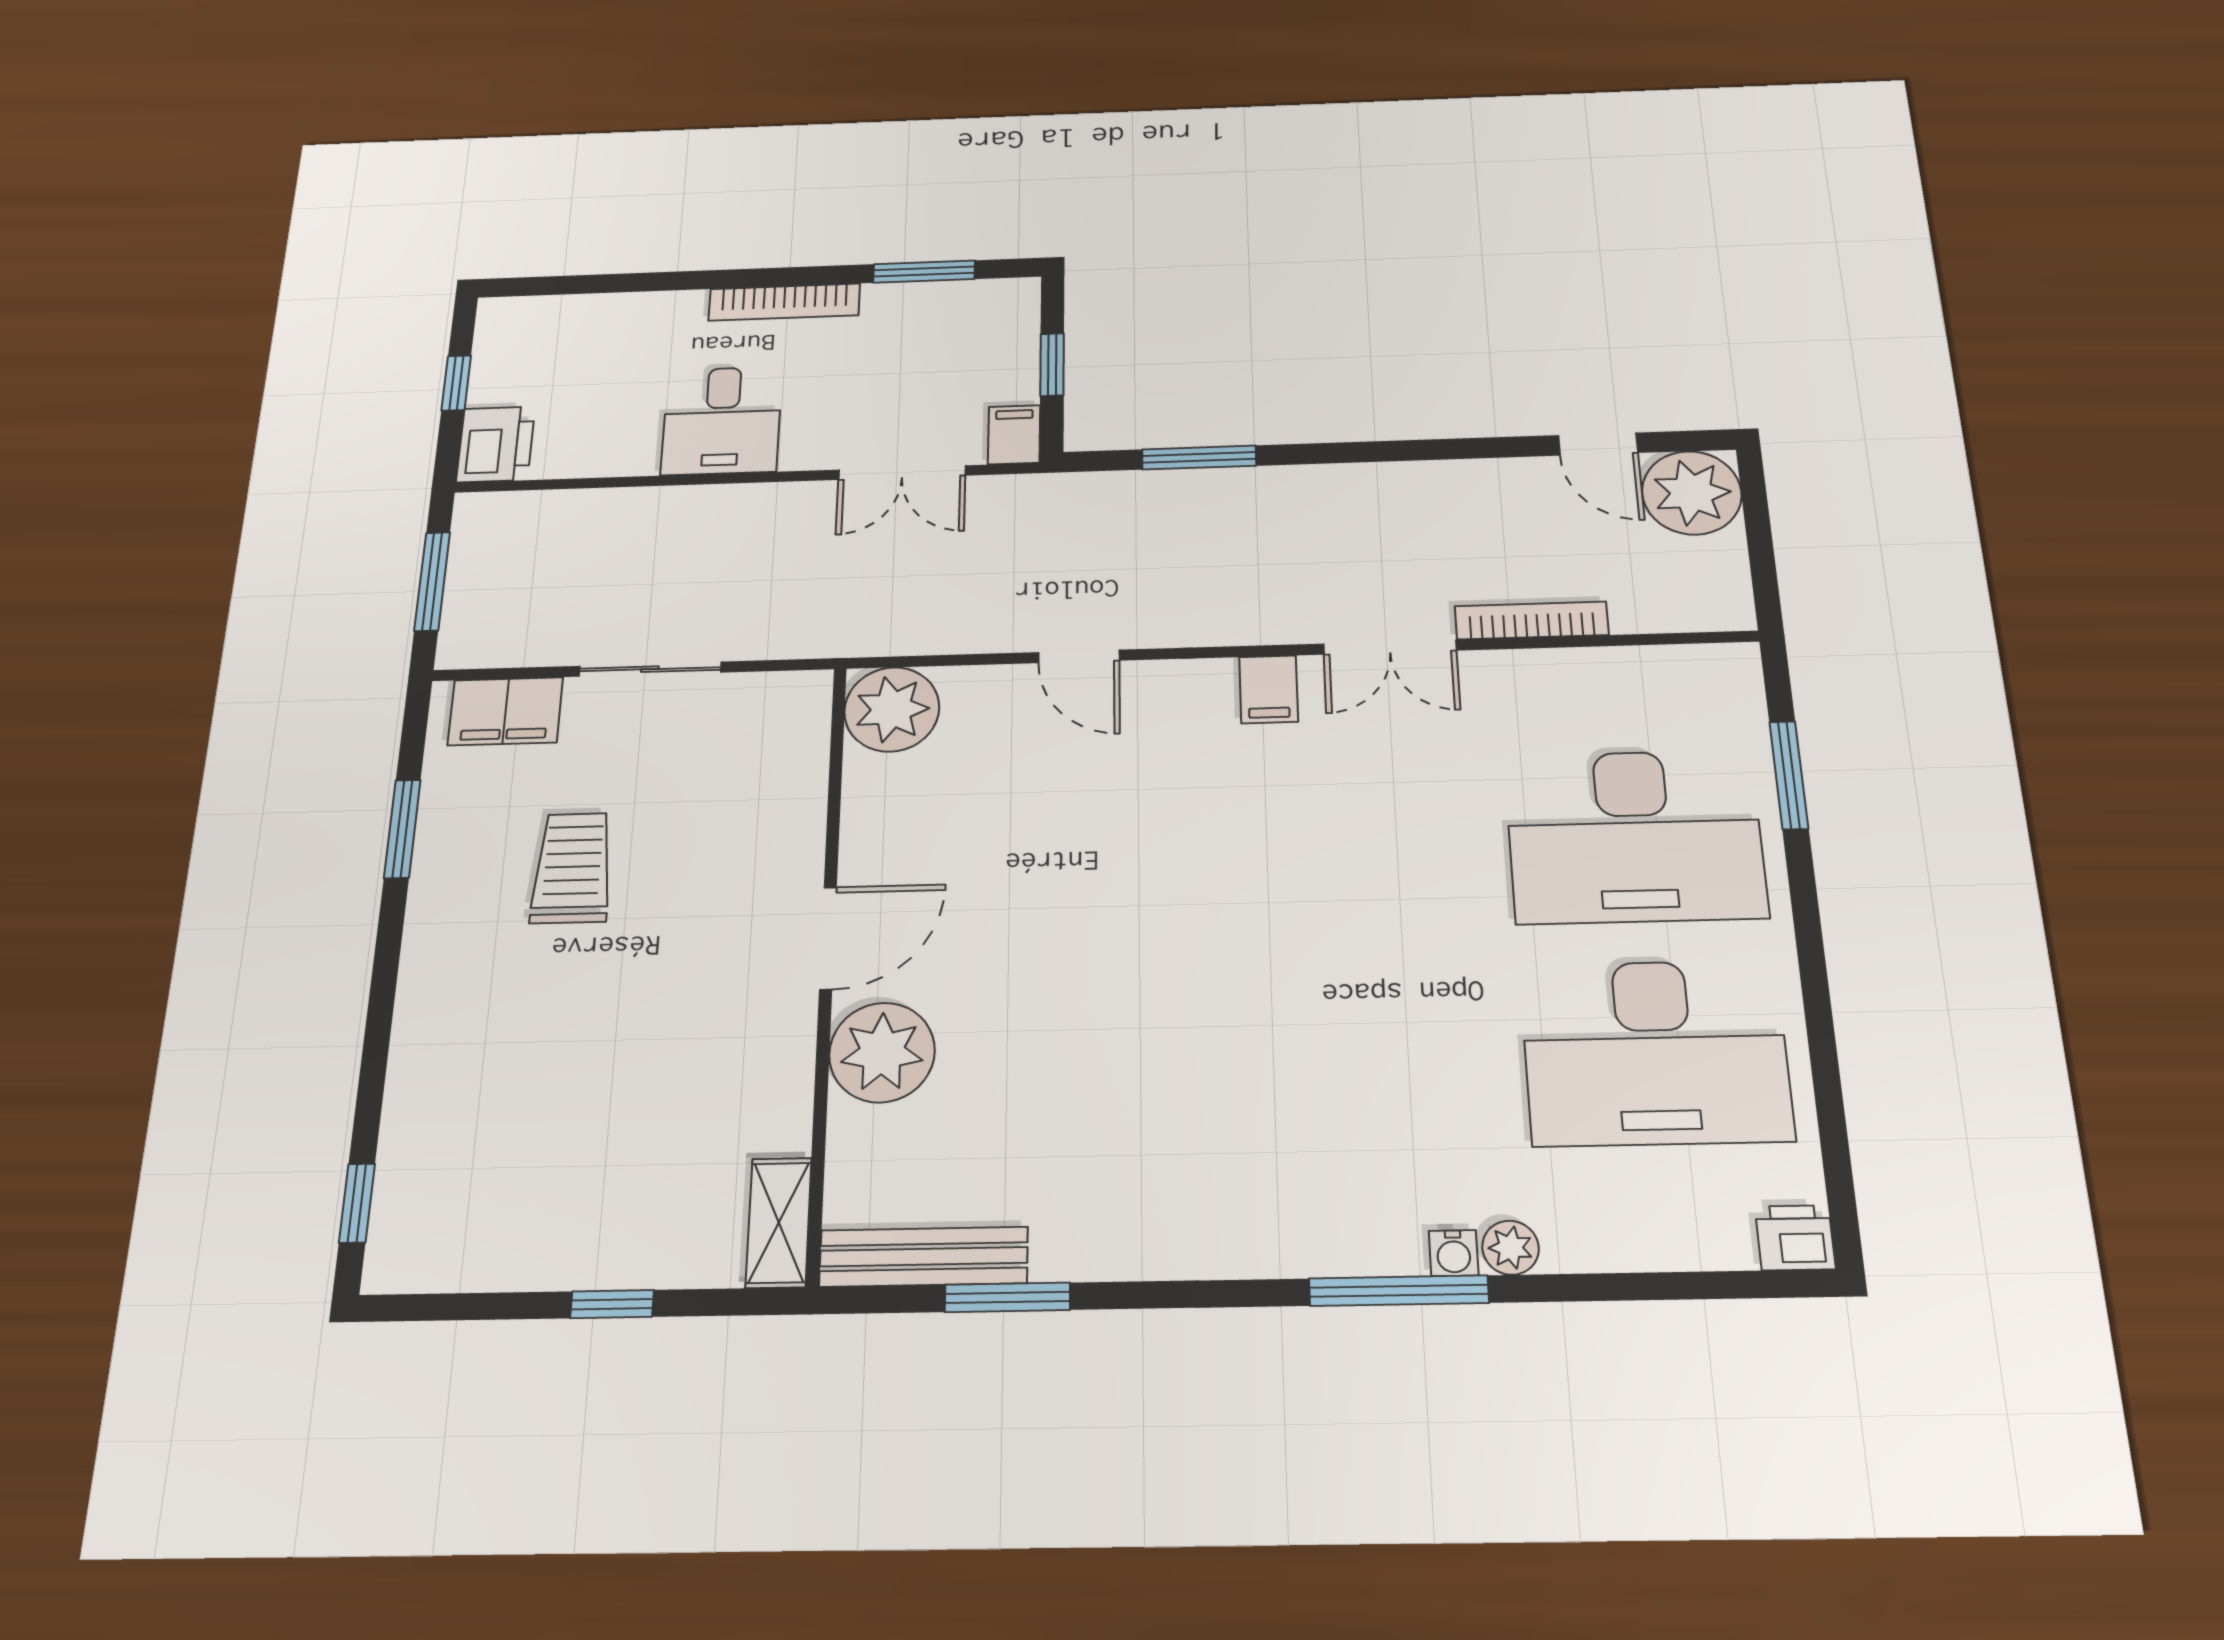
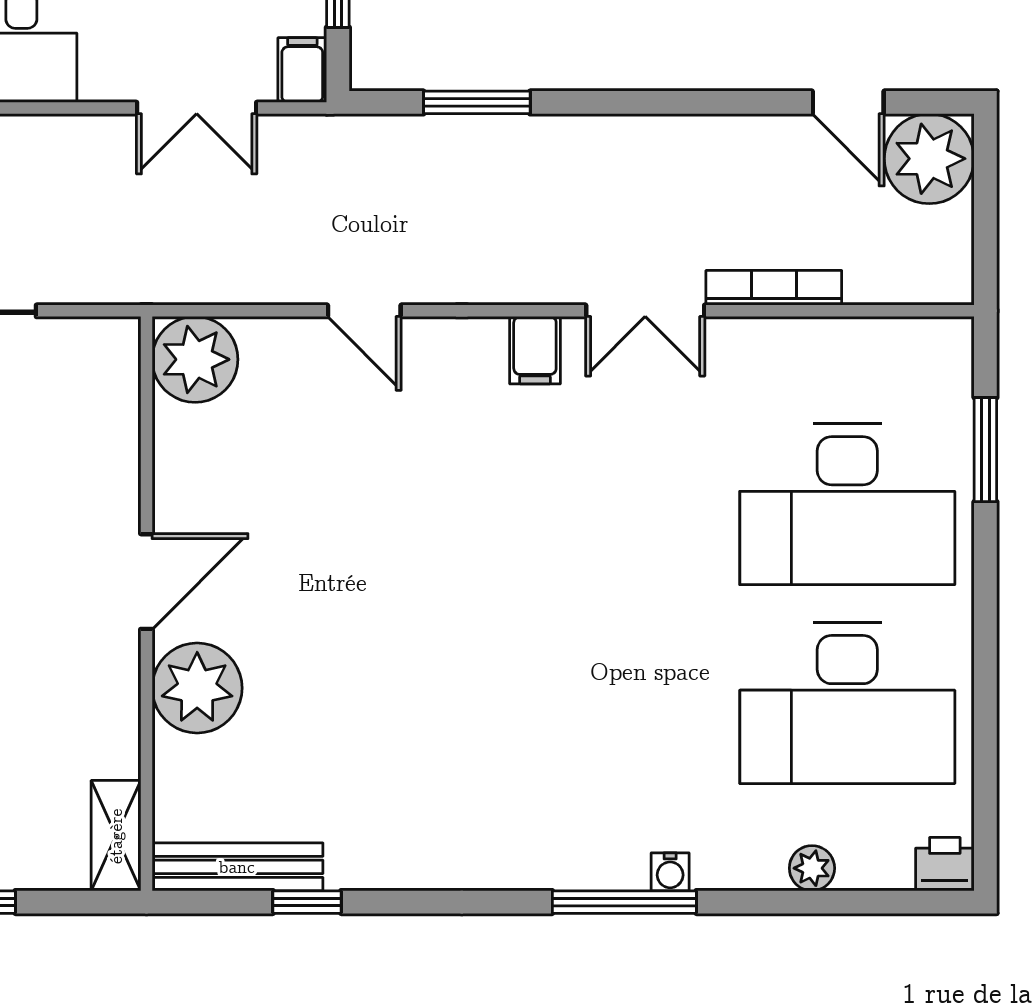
plant: (1510, 1248) -> (812, 868), moved
window: (1007, 1297) -> (307, 902), width x0.67

